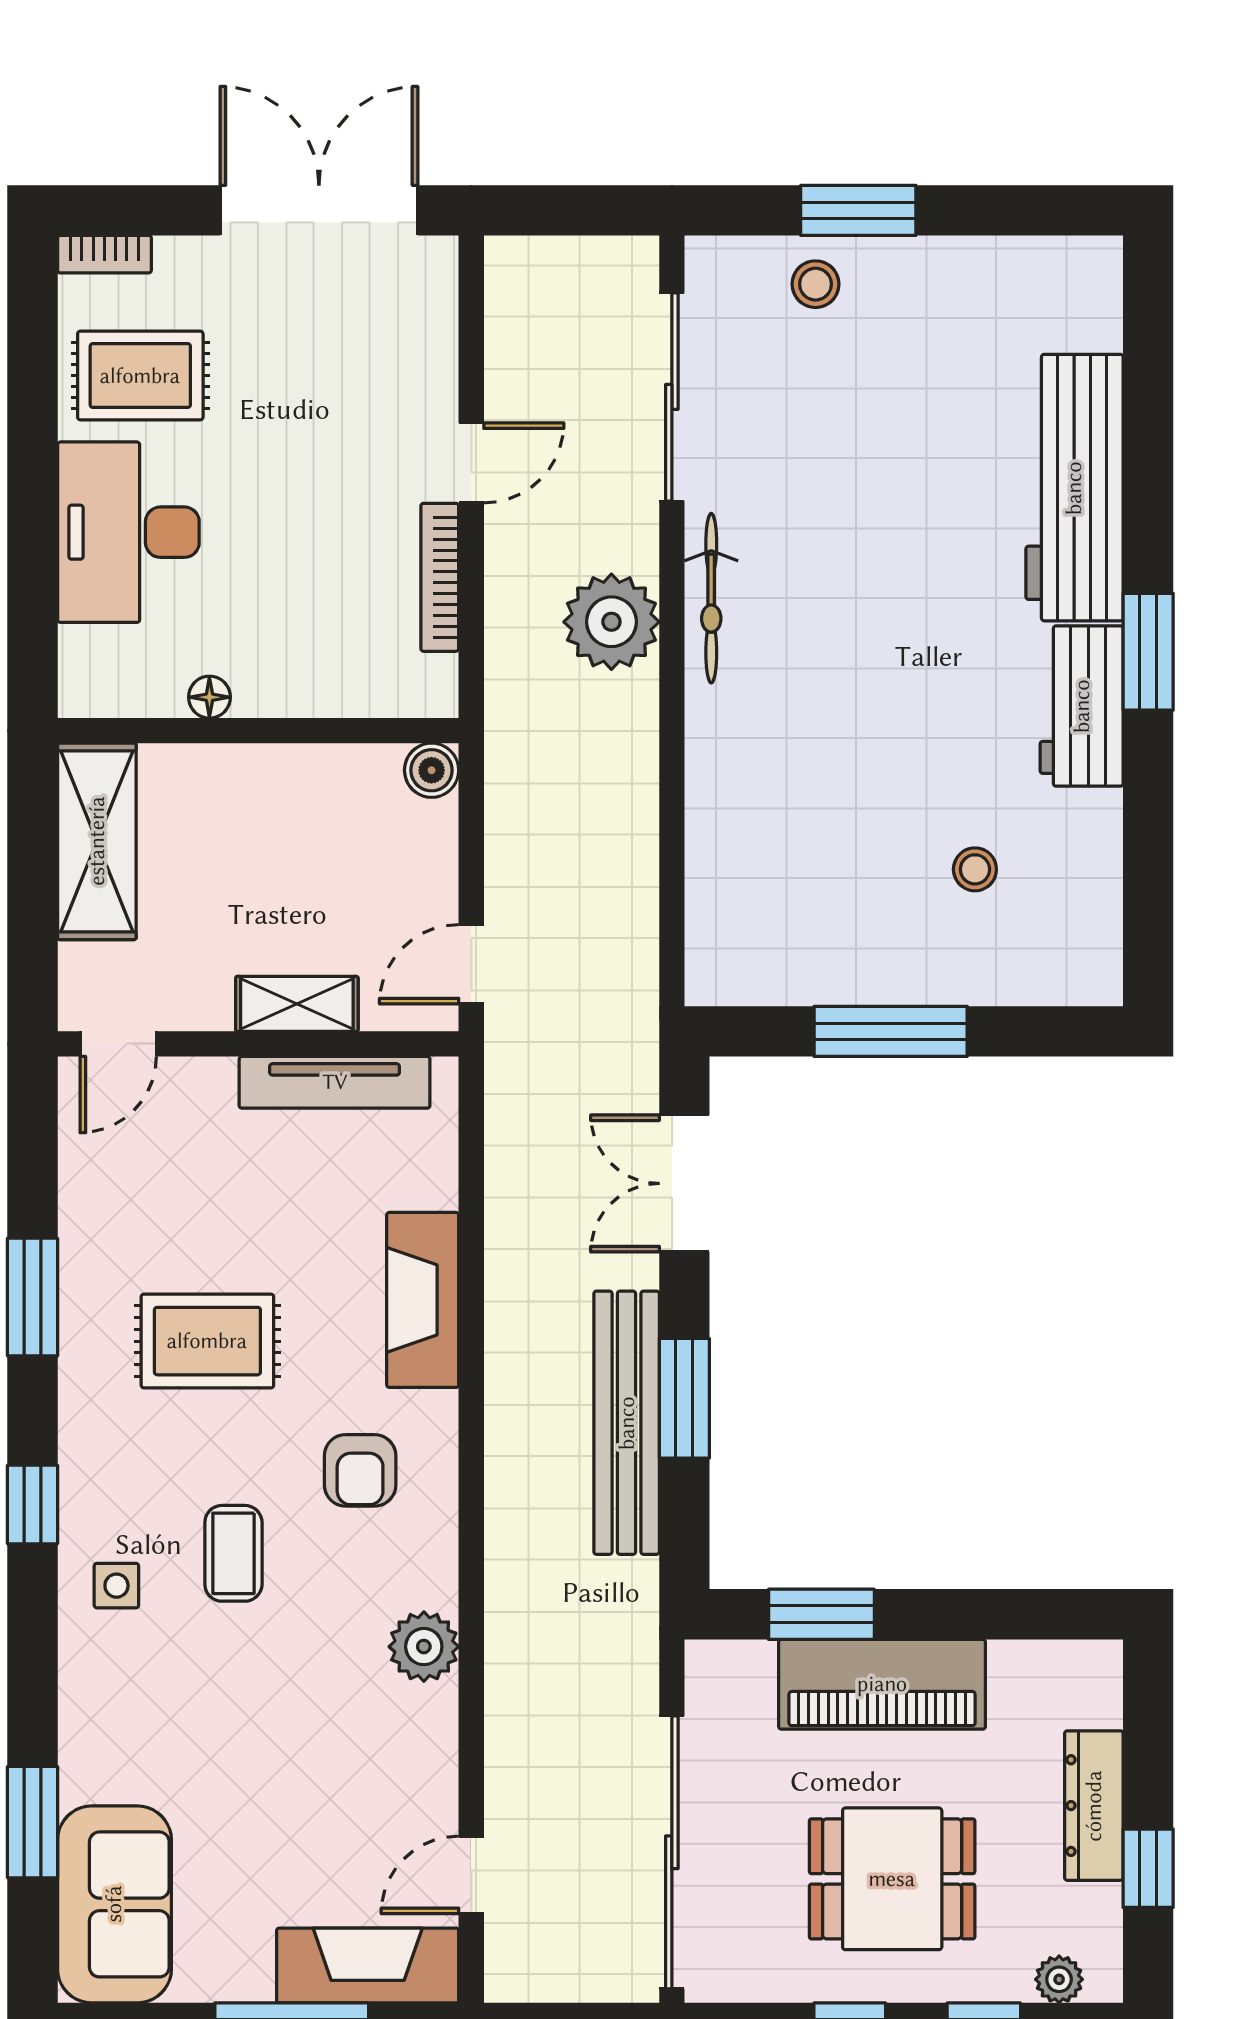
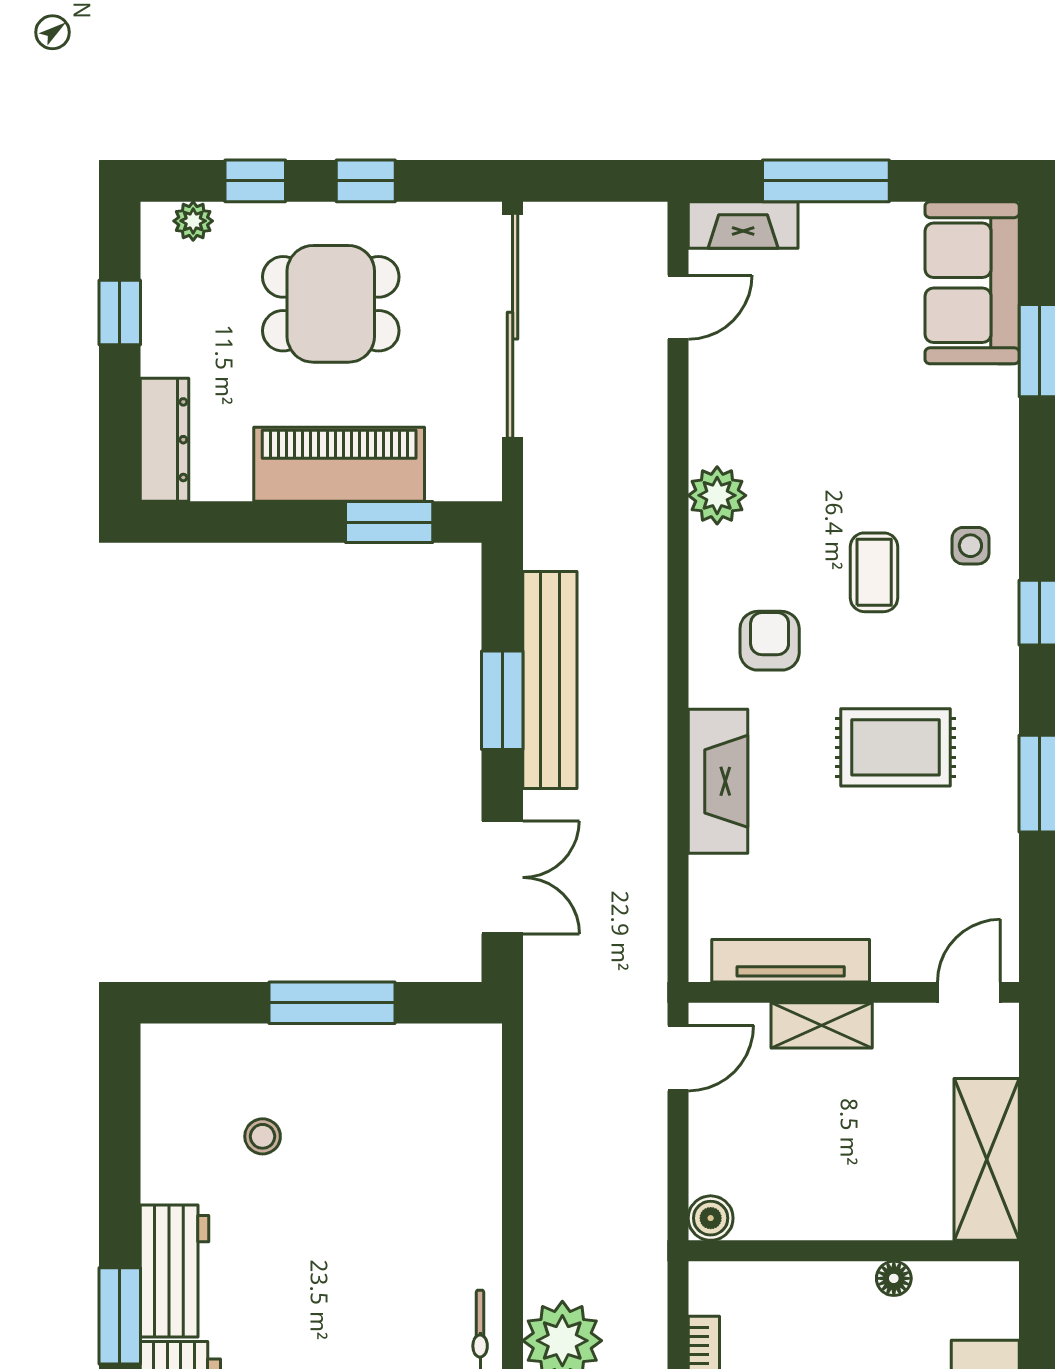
dresser: (1094, 1806) -> (164, 440), moved
fireplace: (368, 1965) -> (743, 225), width x0.73, depth x0.76

